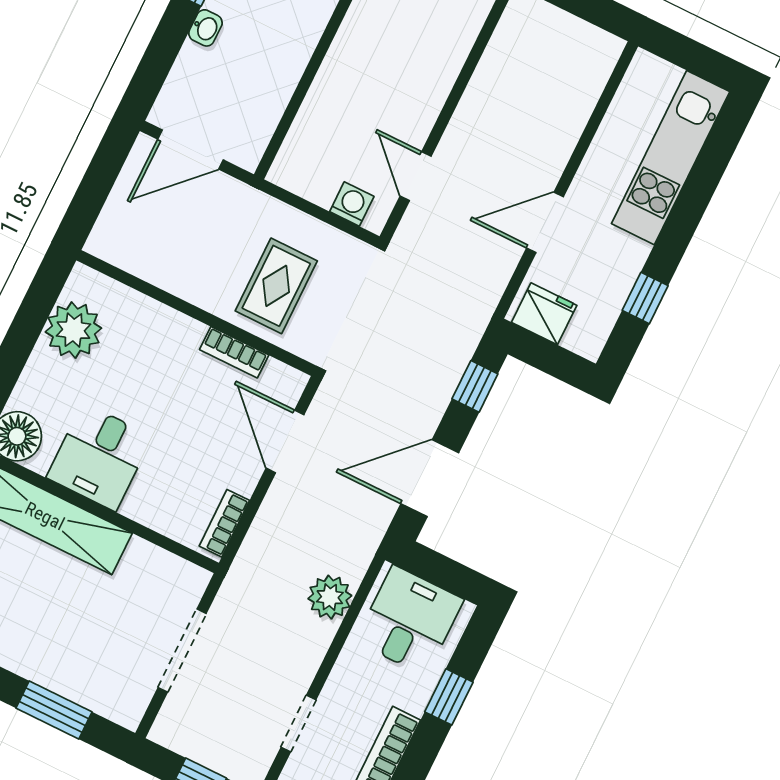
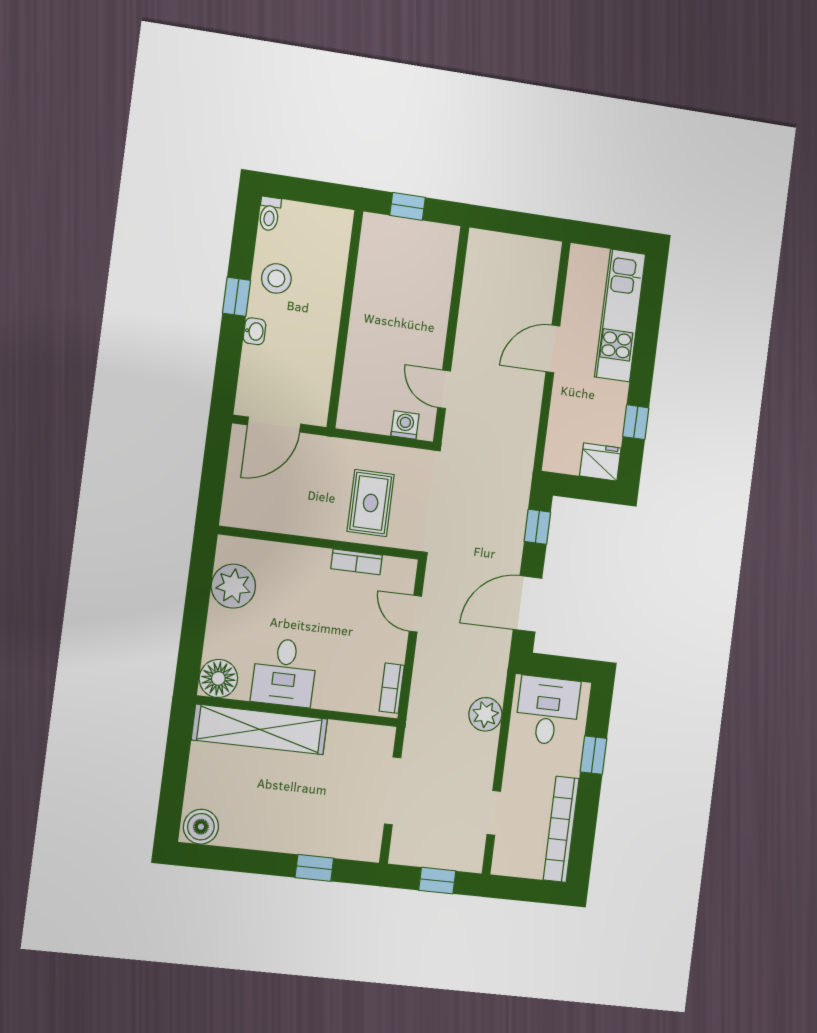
door: (545, 222) -> (553, 349), moved
fridge: (544, 314) -> (600, 462), moved
door: (285, 441) -> (415, 614), width x0.73
window: (54, 710) -> (314, 868), width x0.67

